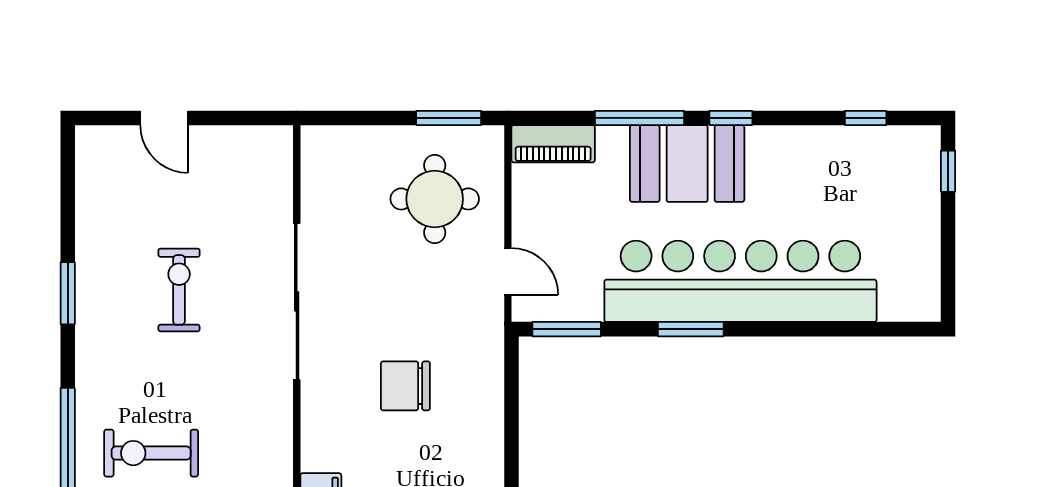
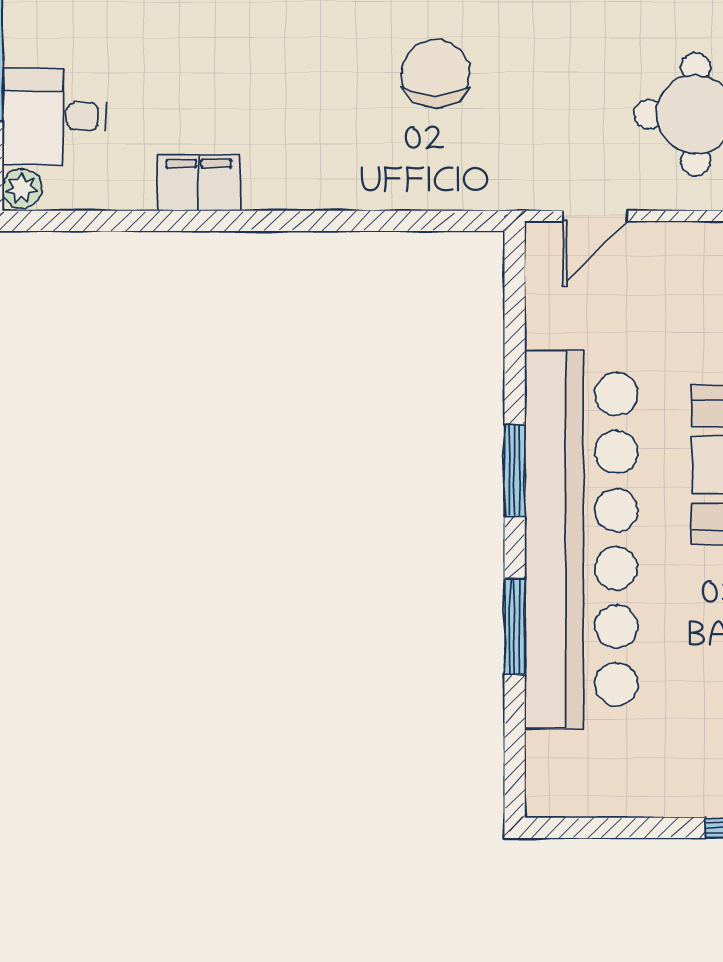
window: (567, 329) -> (515, 627), moved

